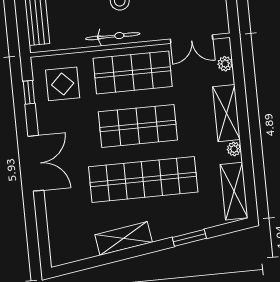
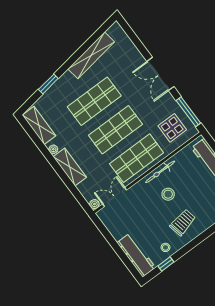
plant: (225, 64) -> (94, 204), moved
window: (29, 92) -> (188, 112), width x2.17
shop shelf: (143, 179) -> (94, 101), width x0.71
shelving: (124, 238) -> (91, 55), width x1.47

